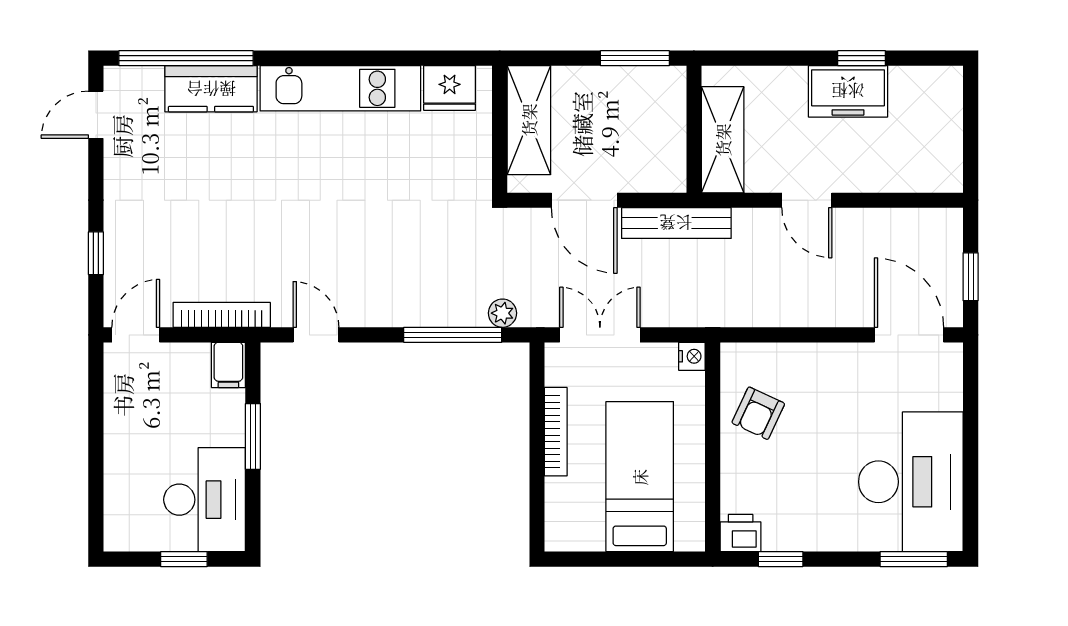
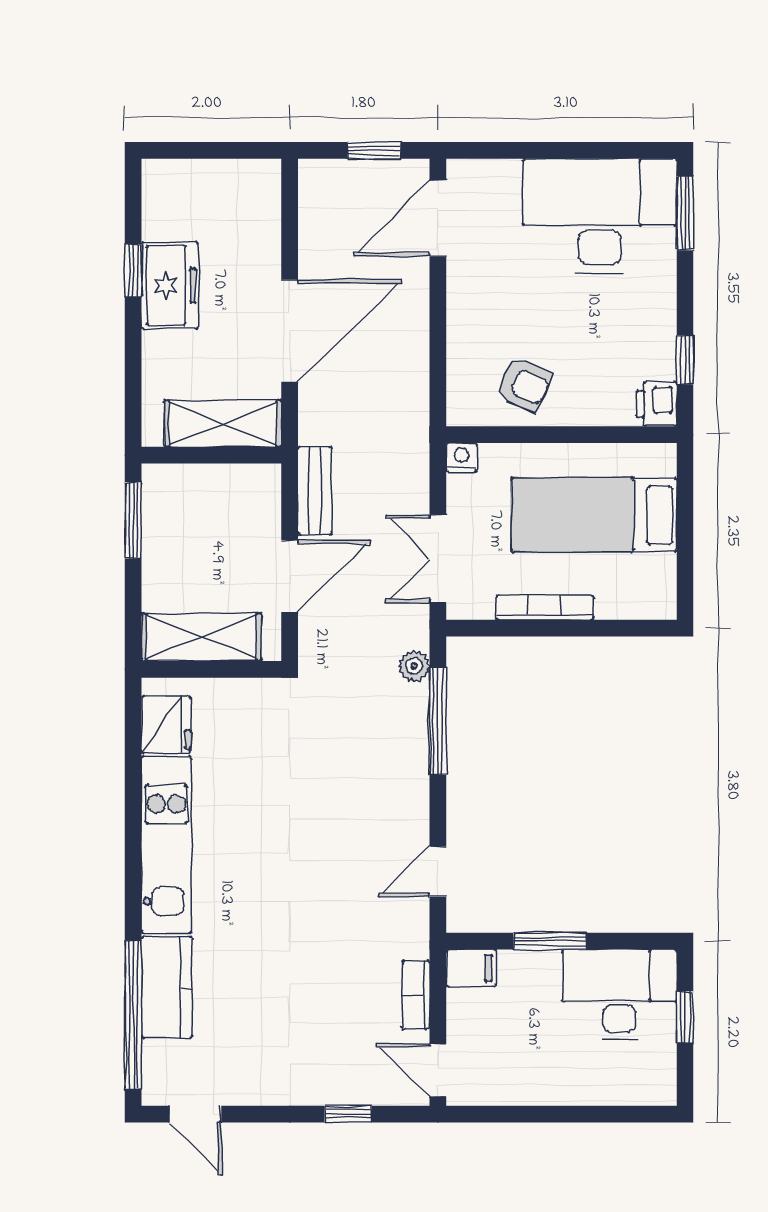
door: (807, 200) -> (290, 331), width x1.87
bench: (676, 223) -> (315, 491), width x0.73
bookcase: (222, 315) -> (416, 995), width x0.64

